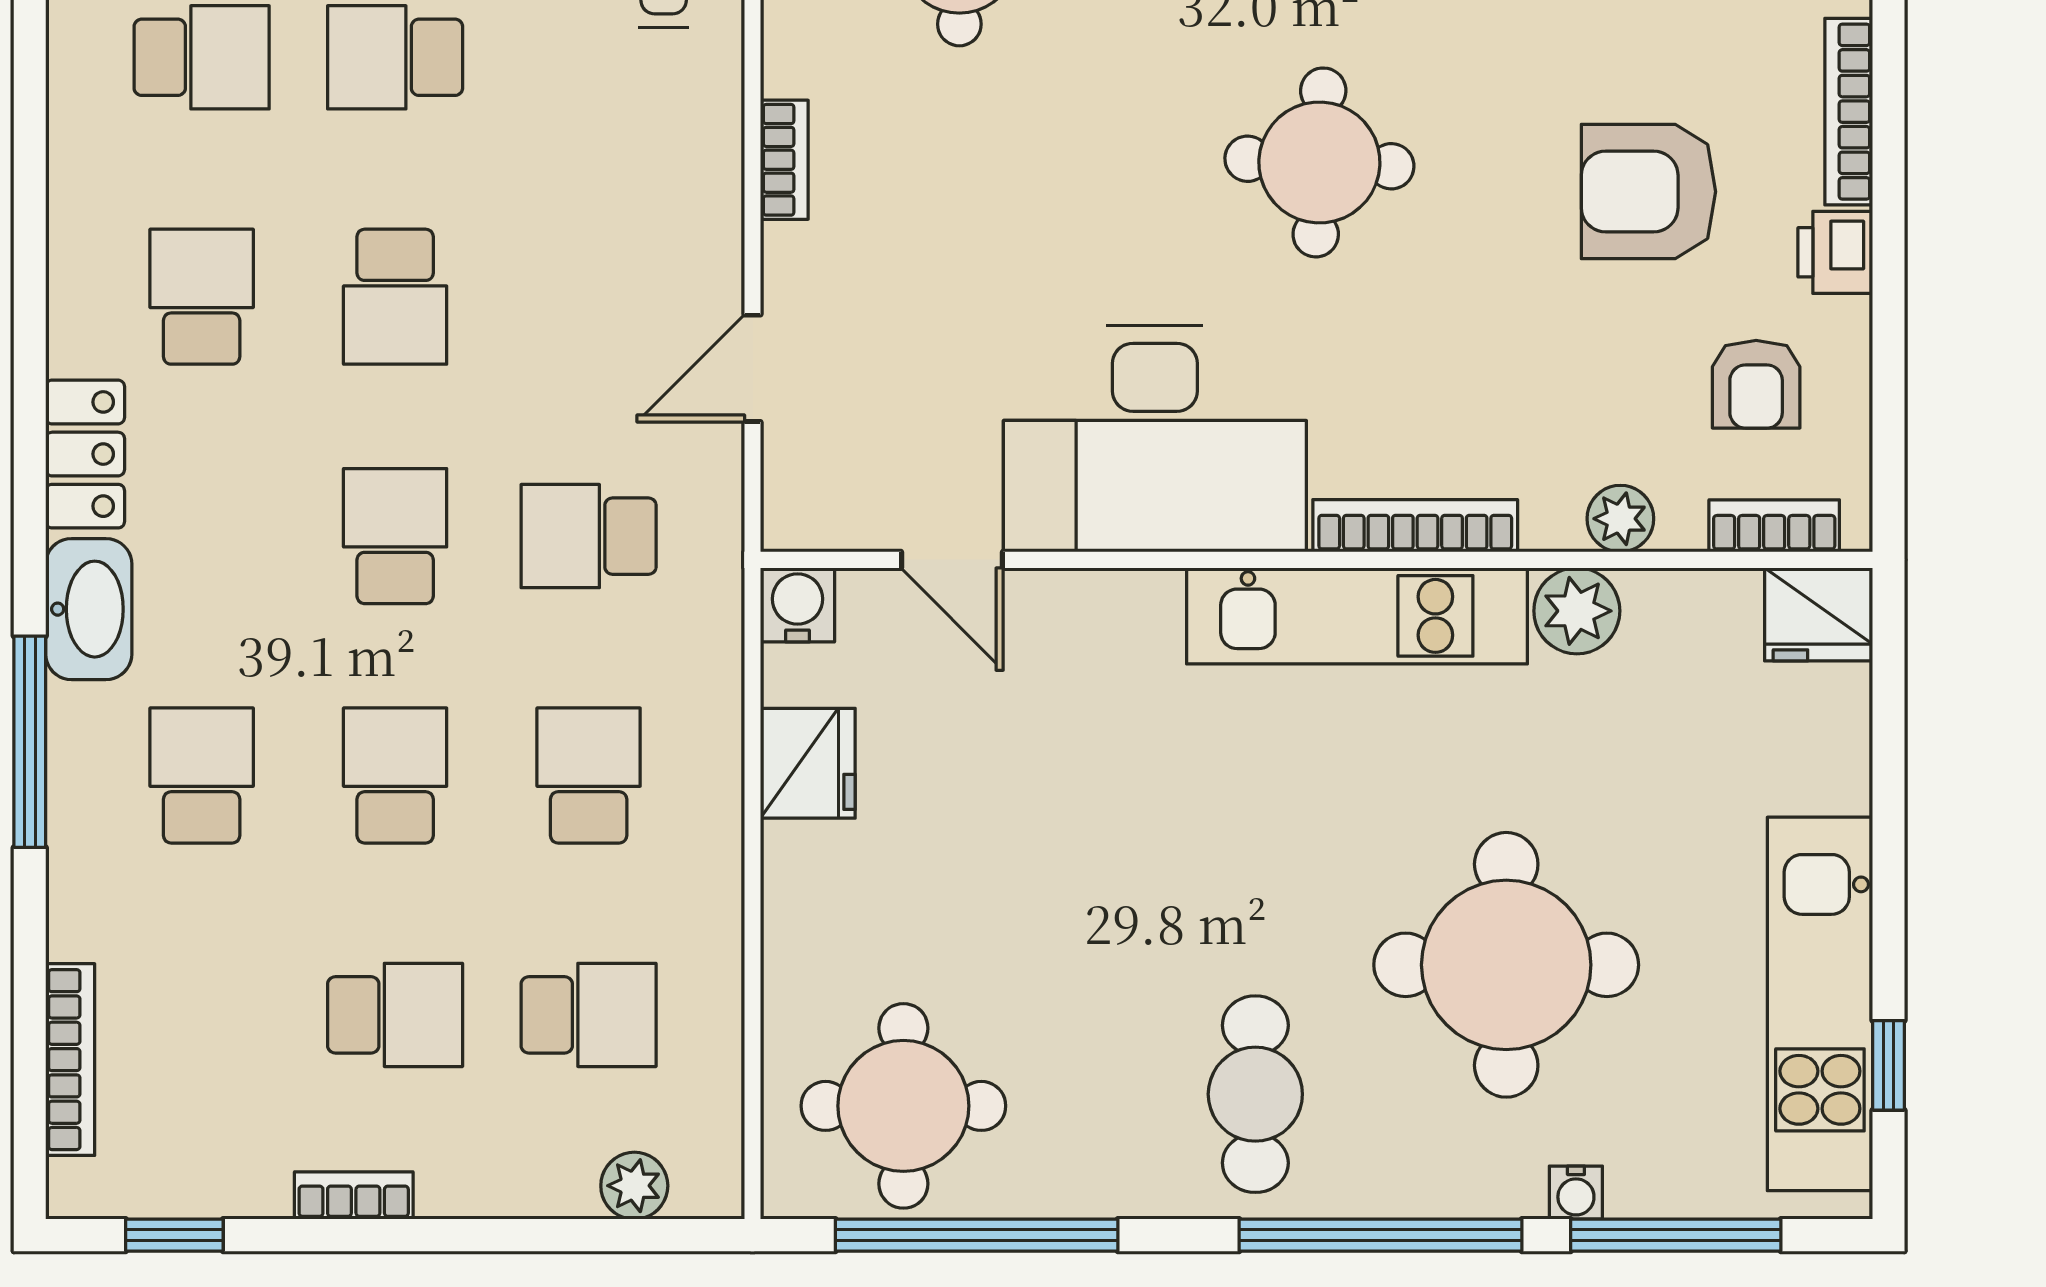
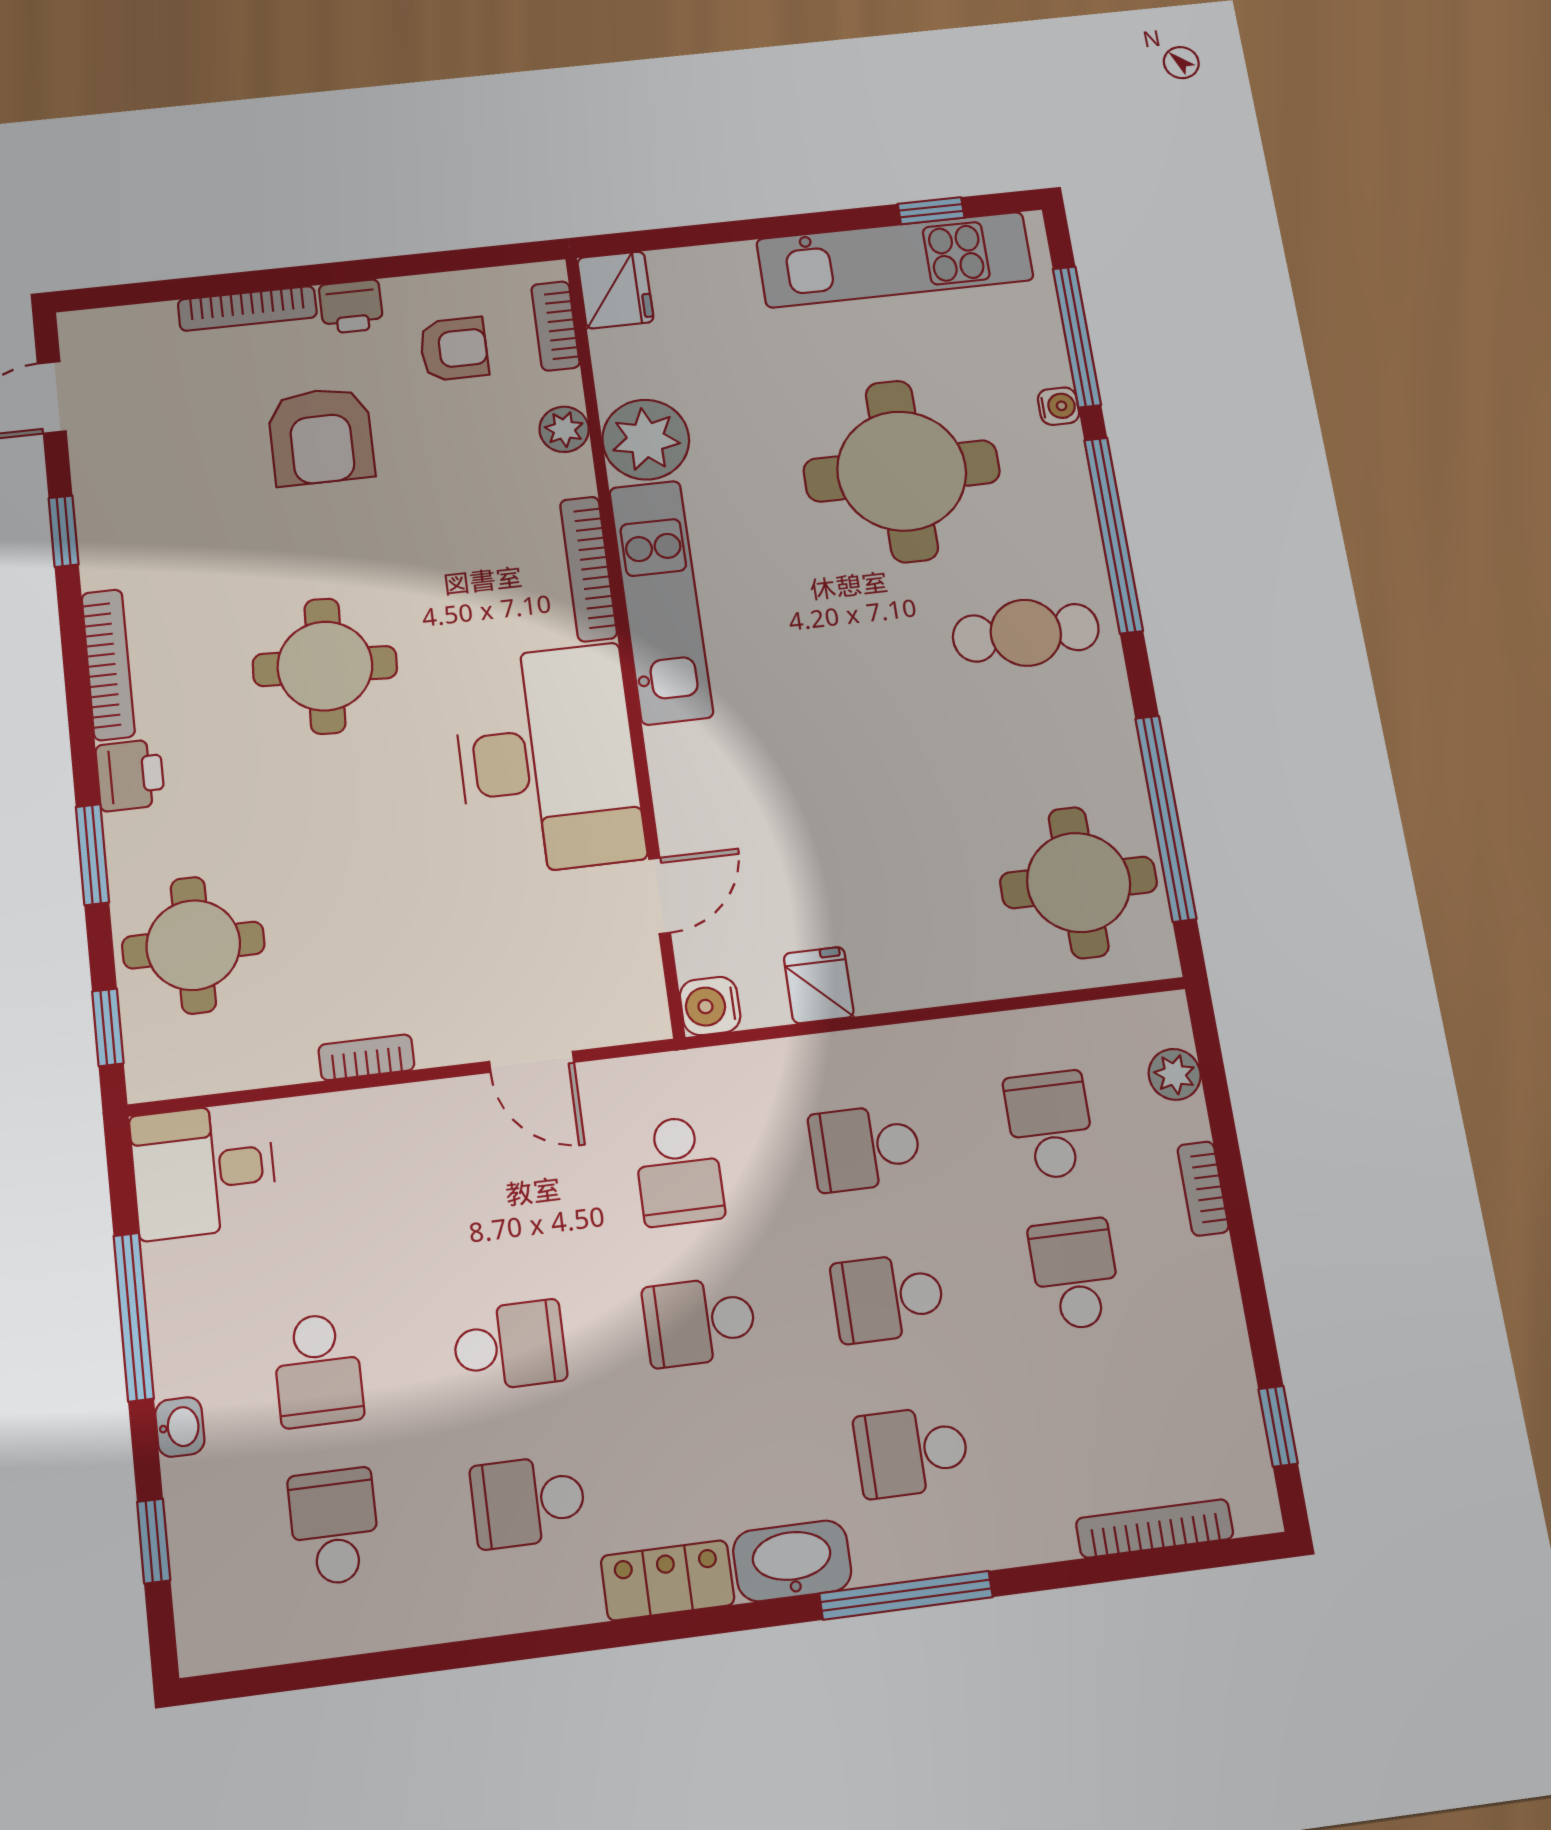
plant: (1577, 611) -> (646, 440), width x1.36, depth x1.36
fridge: (808, 763) -> (819, 985), width x0.72
bookcase: (354, 1196) -> (1203, 1189), moved

